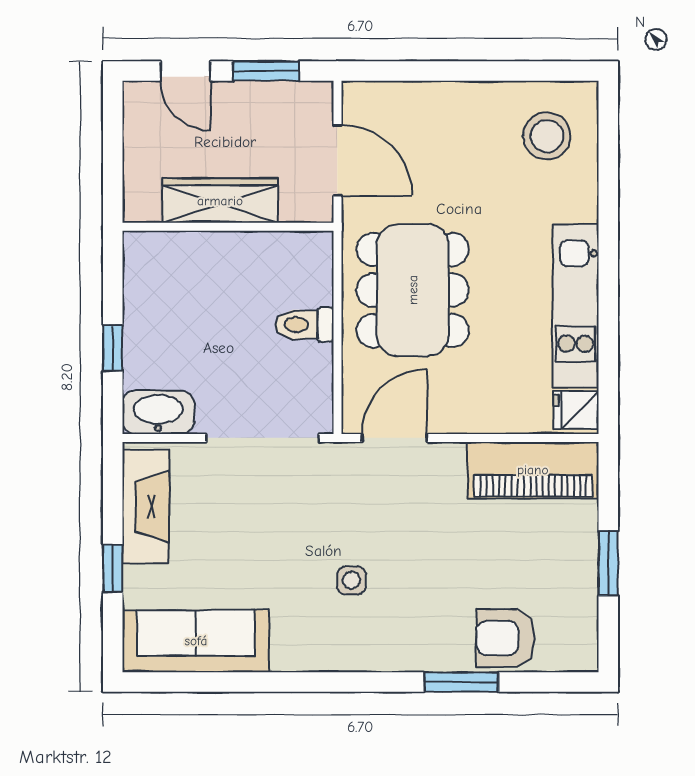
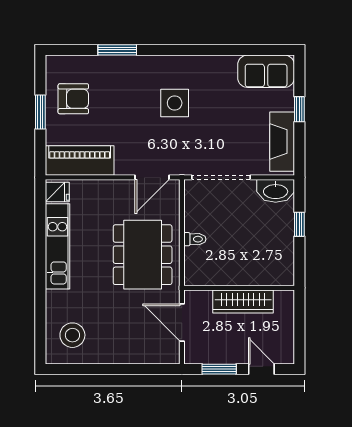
toilet: (305, 325) -> (195, 239), width x0.73, depth x0.72
side table: (351, 580) -> (175, 103), width x1.87, depth x1.87
armchair: (506, 638) -> (73, 99), moved
sofa: (196, 641) -> (266, 71), width x0.73

